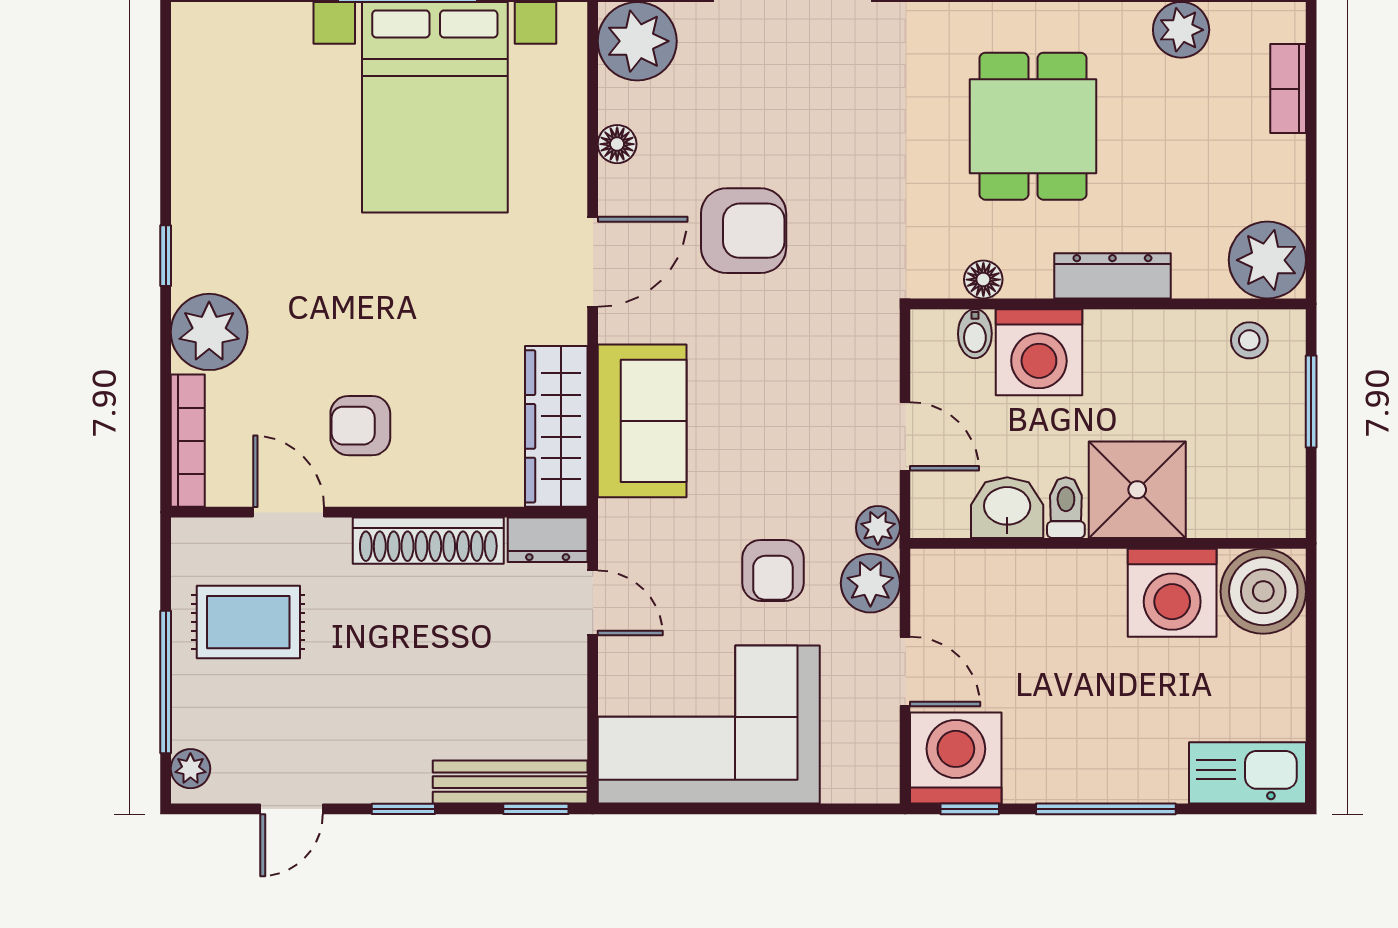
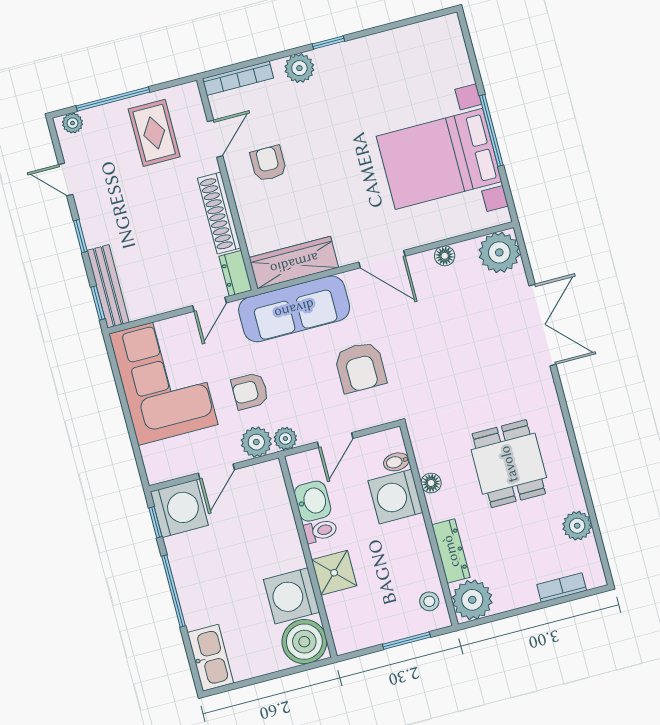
dining table: (1033, 126) -> (509, 464), turned 90
armchair: (744, 231) -> (360, 367), moved
dresser: (1112, 276) -> (451, 551), moved
floor lamp: (983, 280) -> (431, 483), moved
plant: (209, 332) -> (299, 68), width x0.73, depth x0.73
sofa: (642, 421) -> (294, 309), width x1.36
shower: (1137, 490) -> (334, 573), width x0.73, depth x0.73

